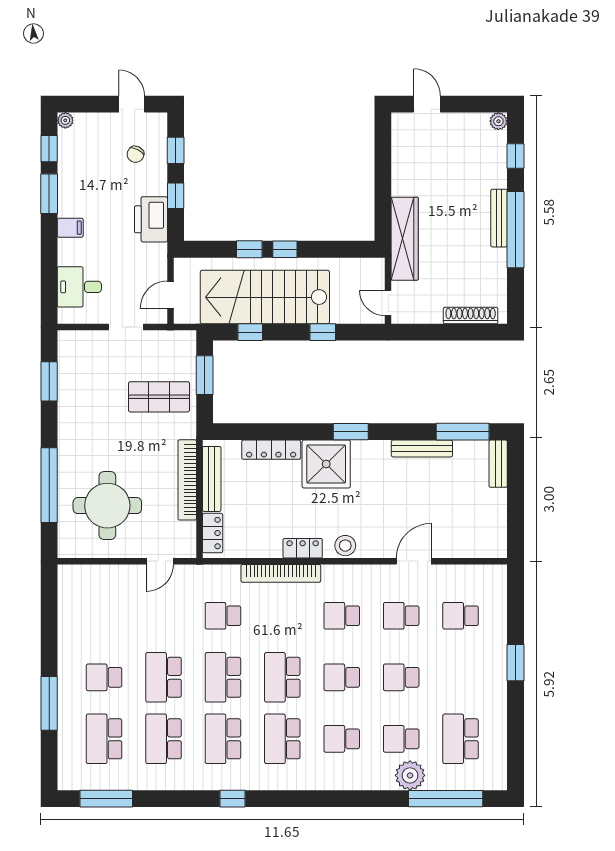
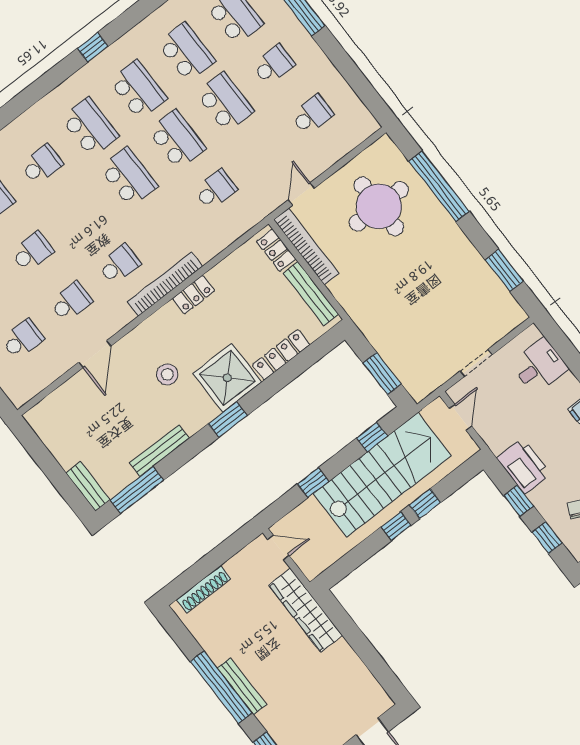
shop shelf: (159, 397) -> (405, 327), removed
bookcase: (187, 480) -> (306, 247), moved
stool: (345, 546) -> (167, 374), moved
bookcase: (281, 573) -> (165, 284), moved
school desk: (342, 677) -> (312, 115), moved

